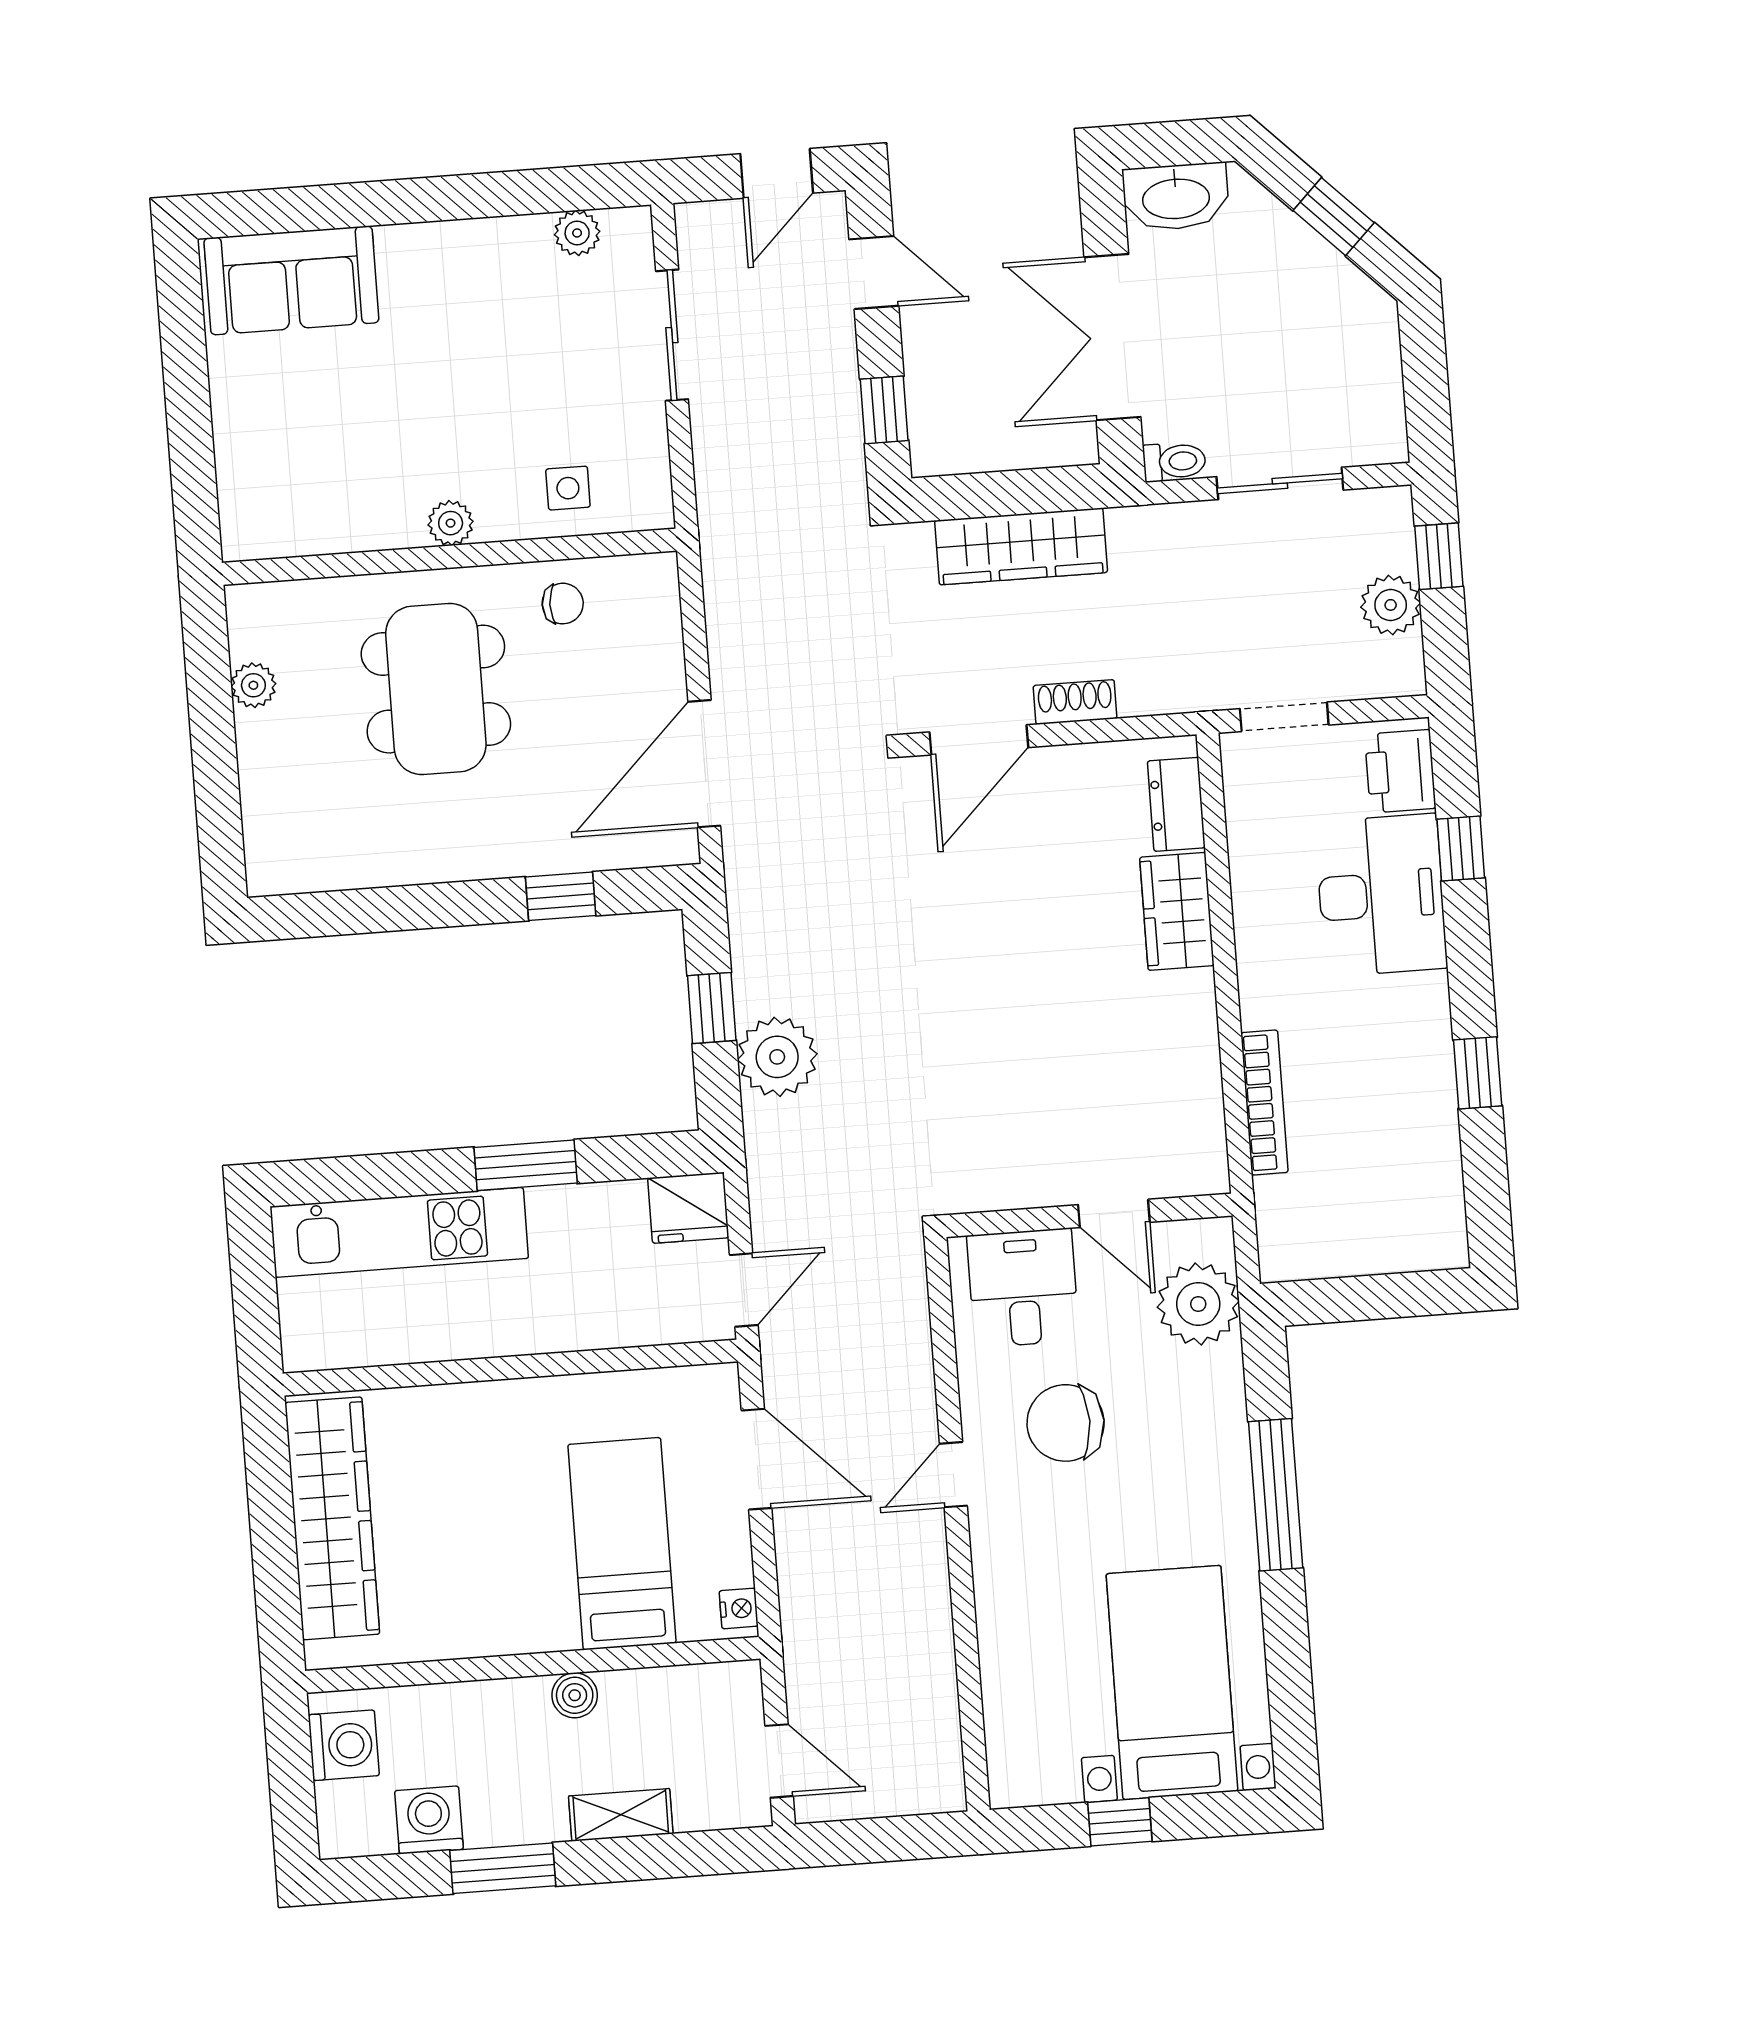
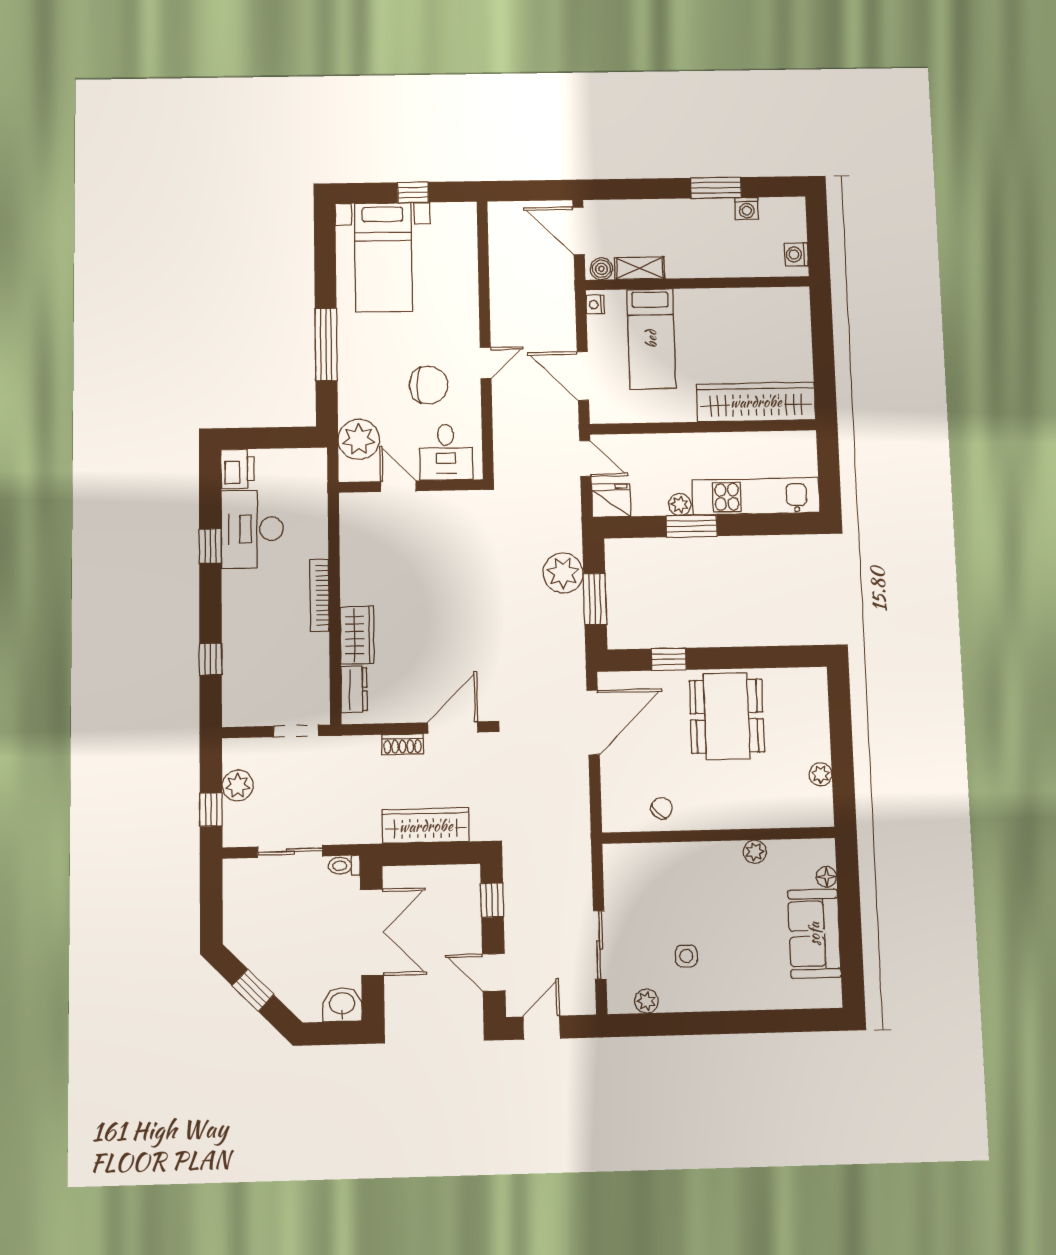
washbasin: (1176, 197) -> (342, 1004), width x0.72
sofa: (291, 280) -> (814, 934), moved, turned -90
floor lamp: (236, 487) -> (826, 877), added
side table: (568, 488) -> (686, 956), moved
plant: (451, 523) -> (755, 852), moved
chair: (563, 604) -> (662, 808), turned 134
dining table: (436, 689) -> (727, 716), moved
printer: (1400, 771) -> (238, 469), moved
desk: (1381, 895) -> (252, 529), moved
window: (712, 1008) -> (595, 599), width x1.50
bookcase: (1264, 1102) -> (320, 595), moved
plant: (551, 1207) -> (680, 505), added
door: (744, 1290) -> (585, 459), swing flipped
wardrobe: (332, 1518) -> (756, 402), moved, turned 90
boiler: (575, 1695) -> (601, 269), moved
washing machine: (344, 1745) -> (796, 254), width x0.73, depth x0.73
door: (779, 1761) -> (579, 231), width x1.38
shelving: (621, 1815) -> (639, 268), moved
washing machine: (429, 1820) -> (747, 208), width x0.73, depth x0.73

